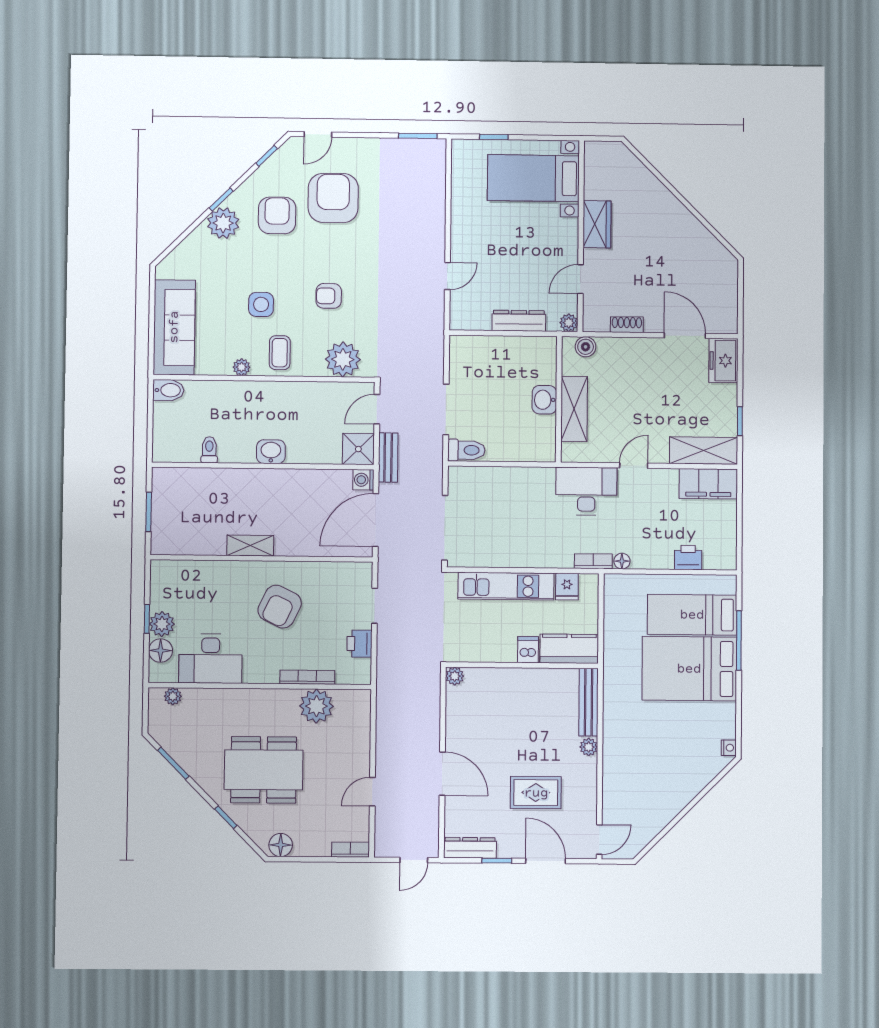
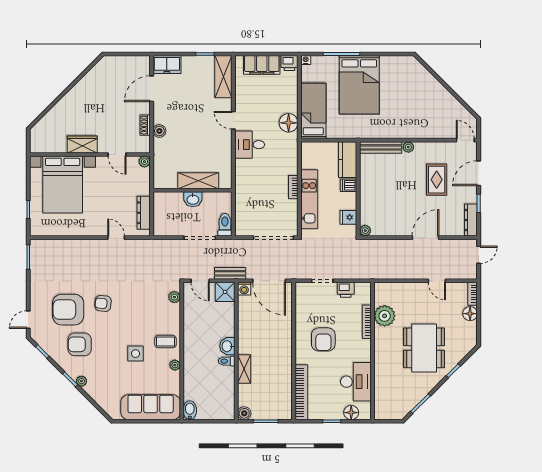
door: (318, 134) -> (28, 320), swing flipped
bed with nightstands: (533, 178) -> (63, 185), width x1.36
plant: (223, 223) -> (82, 381), width x0.53, depth x0.53
armchair: (329, 296) -> (103, 303), moved, turned 95
dresser: (519, 321) -> (144, 213), moved
boiler: (586, 347) -> (159, 131), moved
plant: (343, 359) -> (174, 297), width x0.53, depth x0.53
wall: (559, 399) -> (192, 190), moved
washbasin: (544, 400) -> (193, 199), moved
shelving: (574, 409) -> (198, 181), moved
toilet: (209, 450) -> (227, 361), moved
boiler: (162, 478) -> (244, 413), added
filing cabinet: (708, 484) -> (262, 65), moved, turned 90
desk: (586, 491) -> (250, 145), width x0.73
shelving: (250, 545) -> (244, 369), moved
printer: (688, 558) -> (289, 63), moved, turned -90
bookcase: (593, 561) -> (293, 187), moved
floor lamp: (622, 561) -> (289, 123), width x1.89, depth x1.89
bookcase: (195, 570) -> (301, 392), added
fridge: (567, 587) -> (348, 217), moved, turned 180
armchair: (280, 607) -> (323, 339), turned 64
bed: (692, 615) -> (313, 111), moved, turned 180
plant: (162, 624) -> (335, 412), removed
plant: (173, 696) -> (379, 405), removed
nightstand: (729, 748) -> (306, 60), moved
floor lamp: (281, 845) -> (470, 314), moved
door: (414, 860) -> (479, 255), hinge flipped

